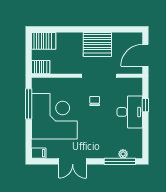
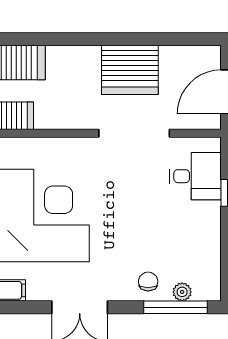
chair: (95, 101) -> (148, 282), moved
desk: (130, 112) -> (195, 176), moved, width x0.73

